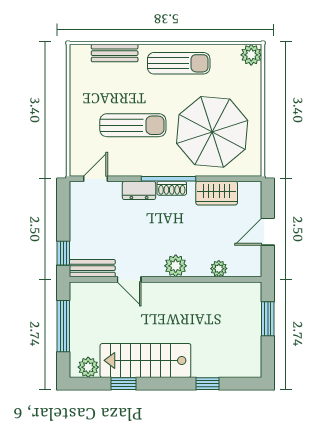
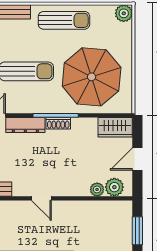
dresser: (139, 190) -> (25, 125), width x1.44
wardrobe: (217, 193) -> (115, 127), moved
plant: (176, 266) -> (114, 187), moved
door: (129, 279) -> (41, 198), moved

